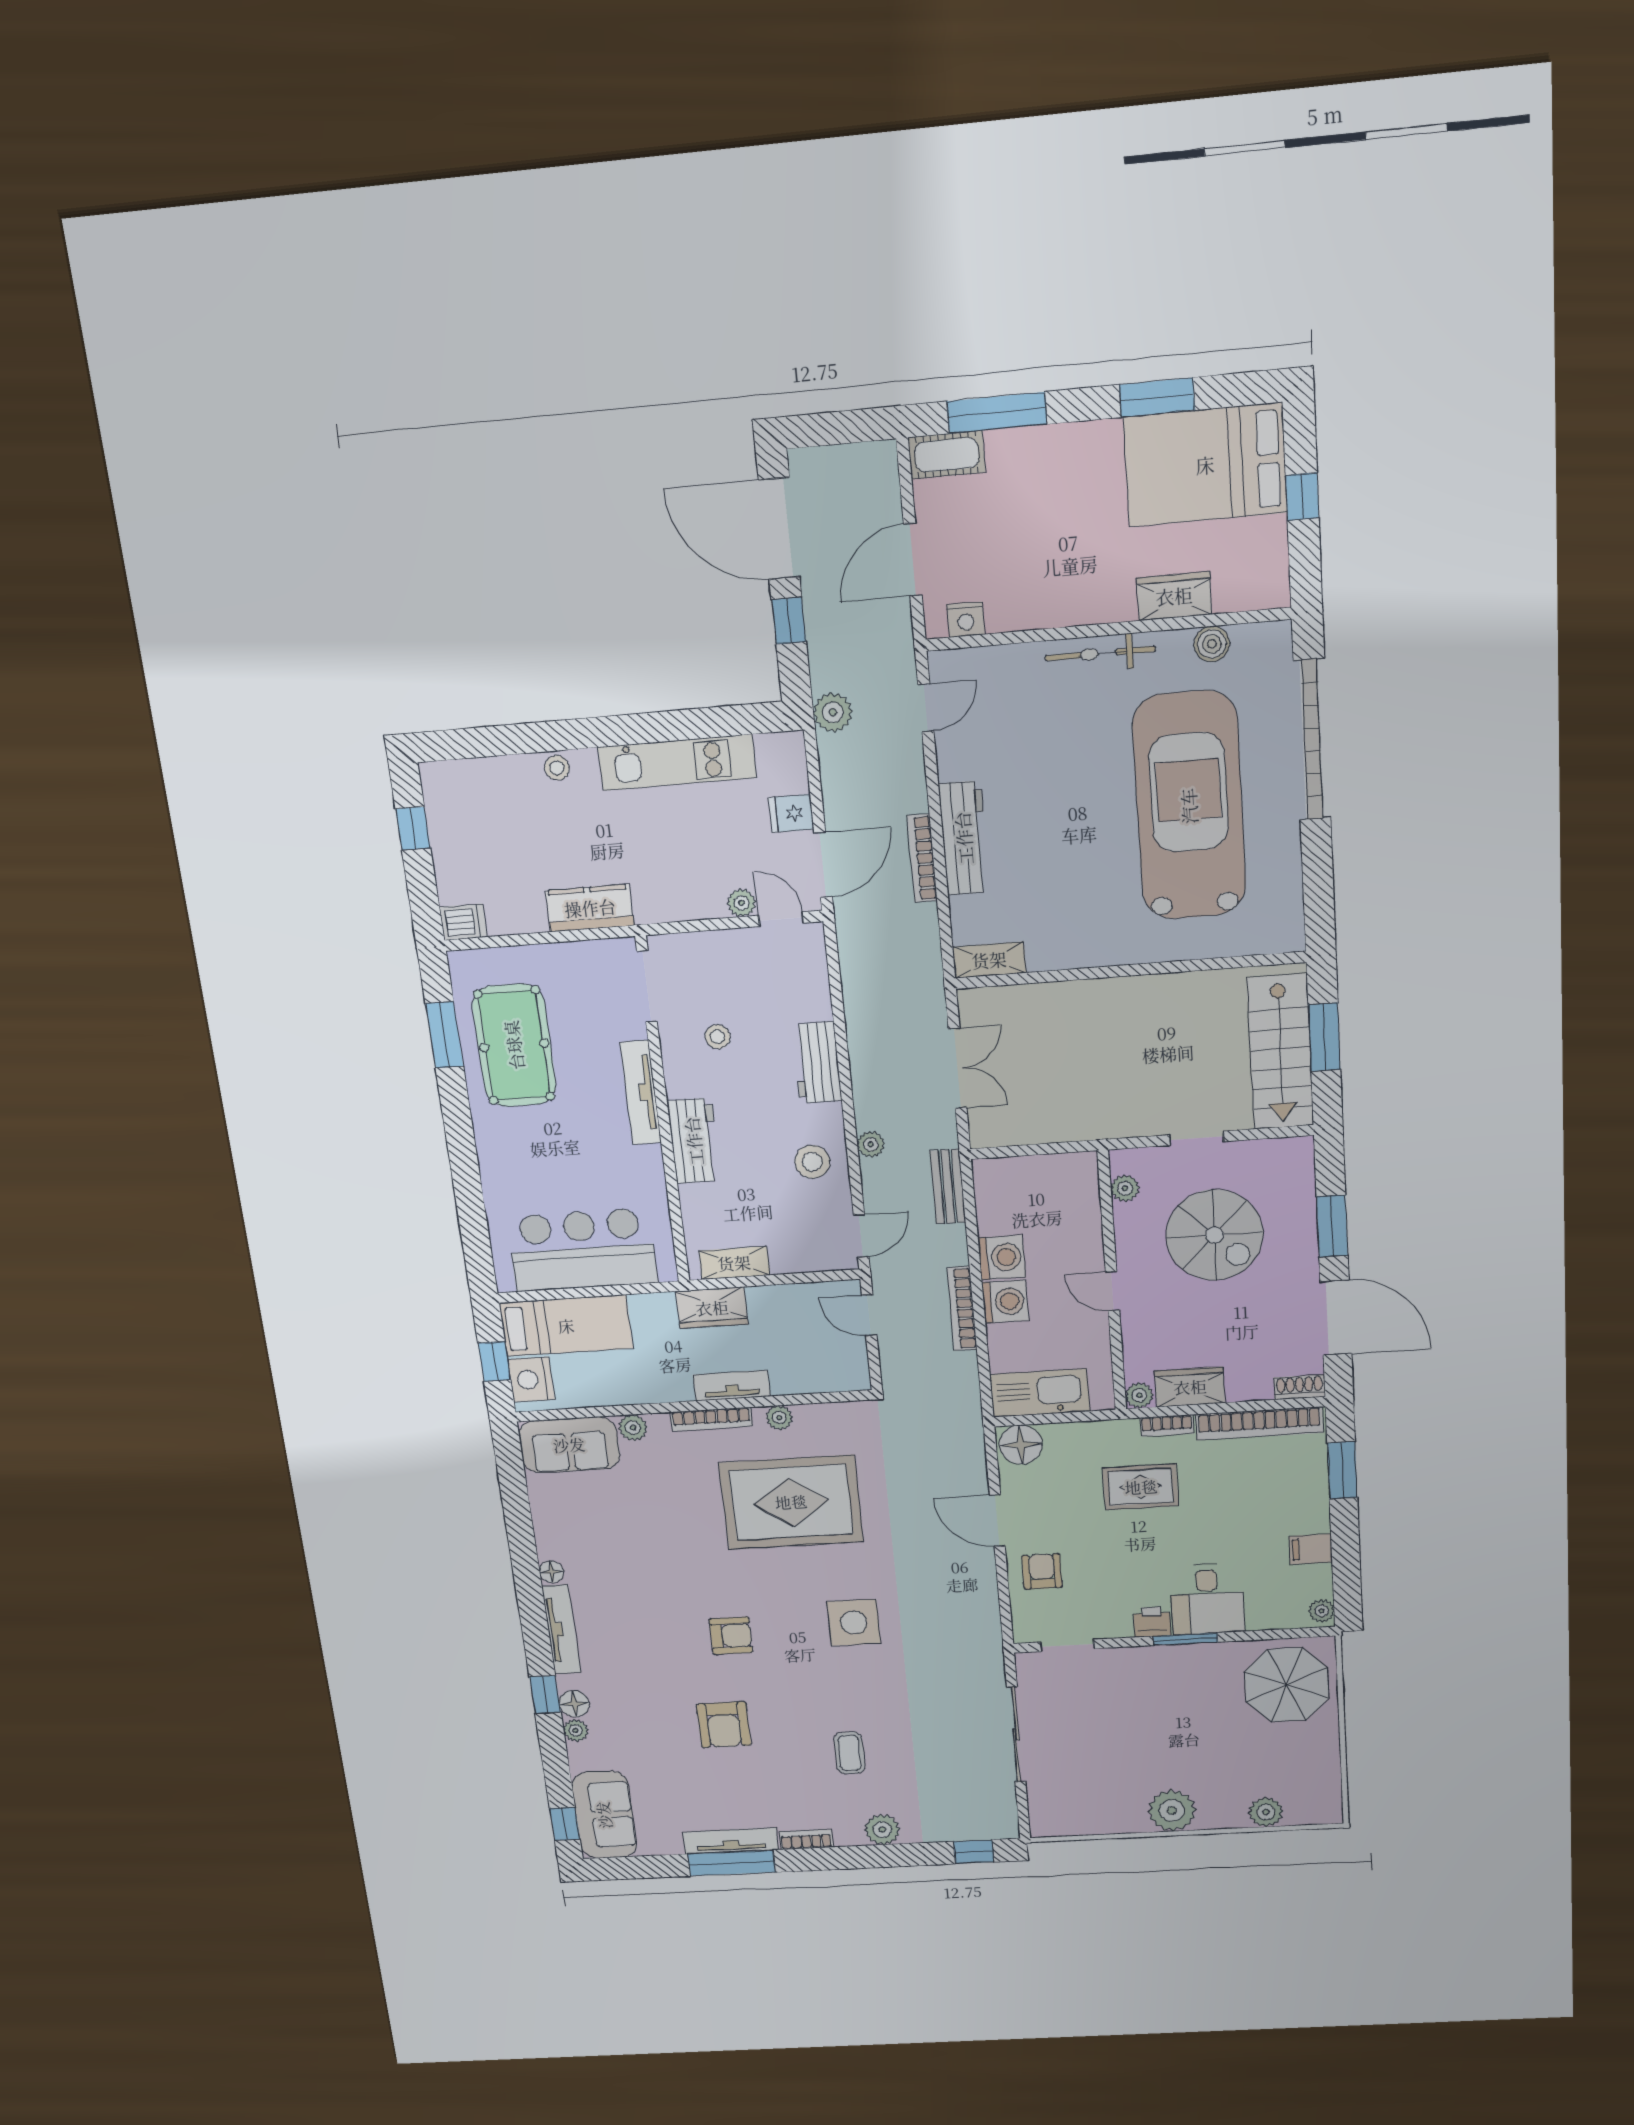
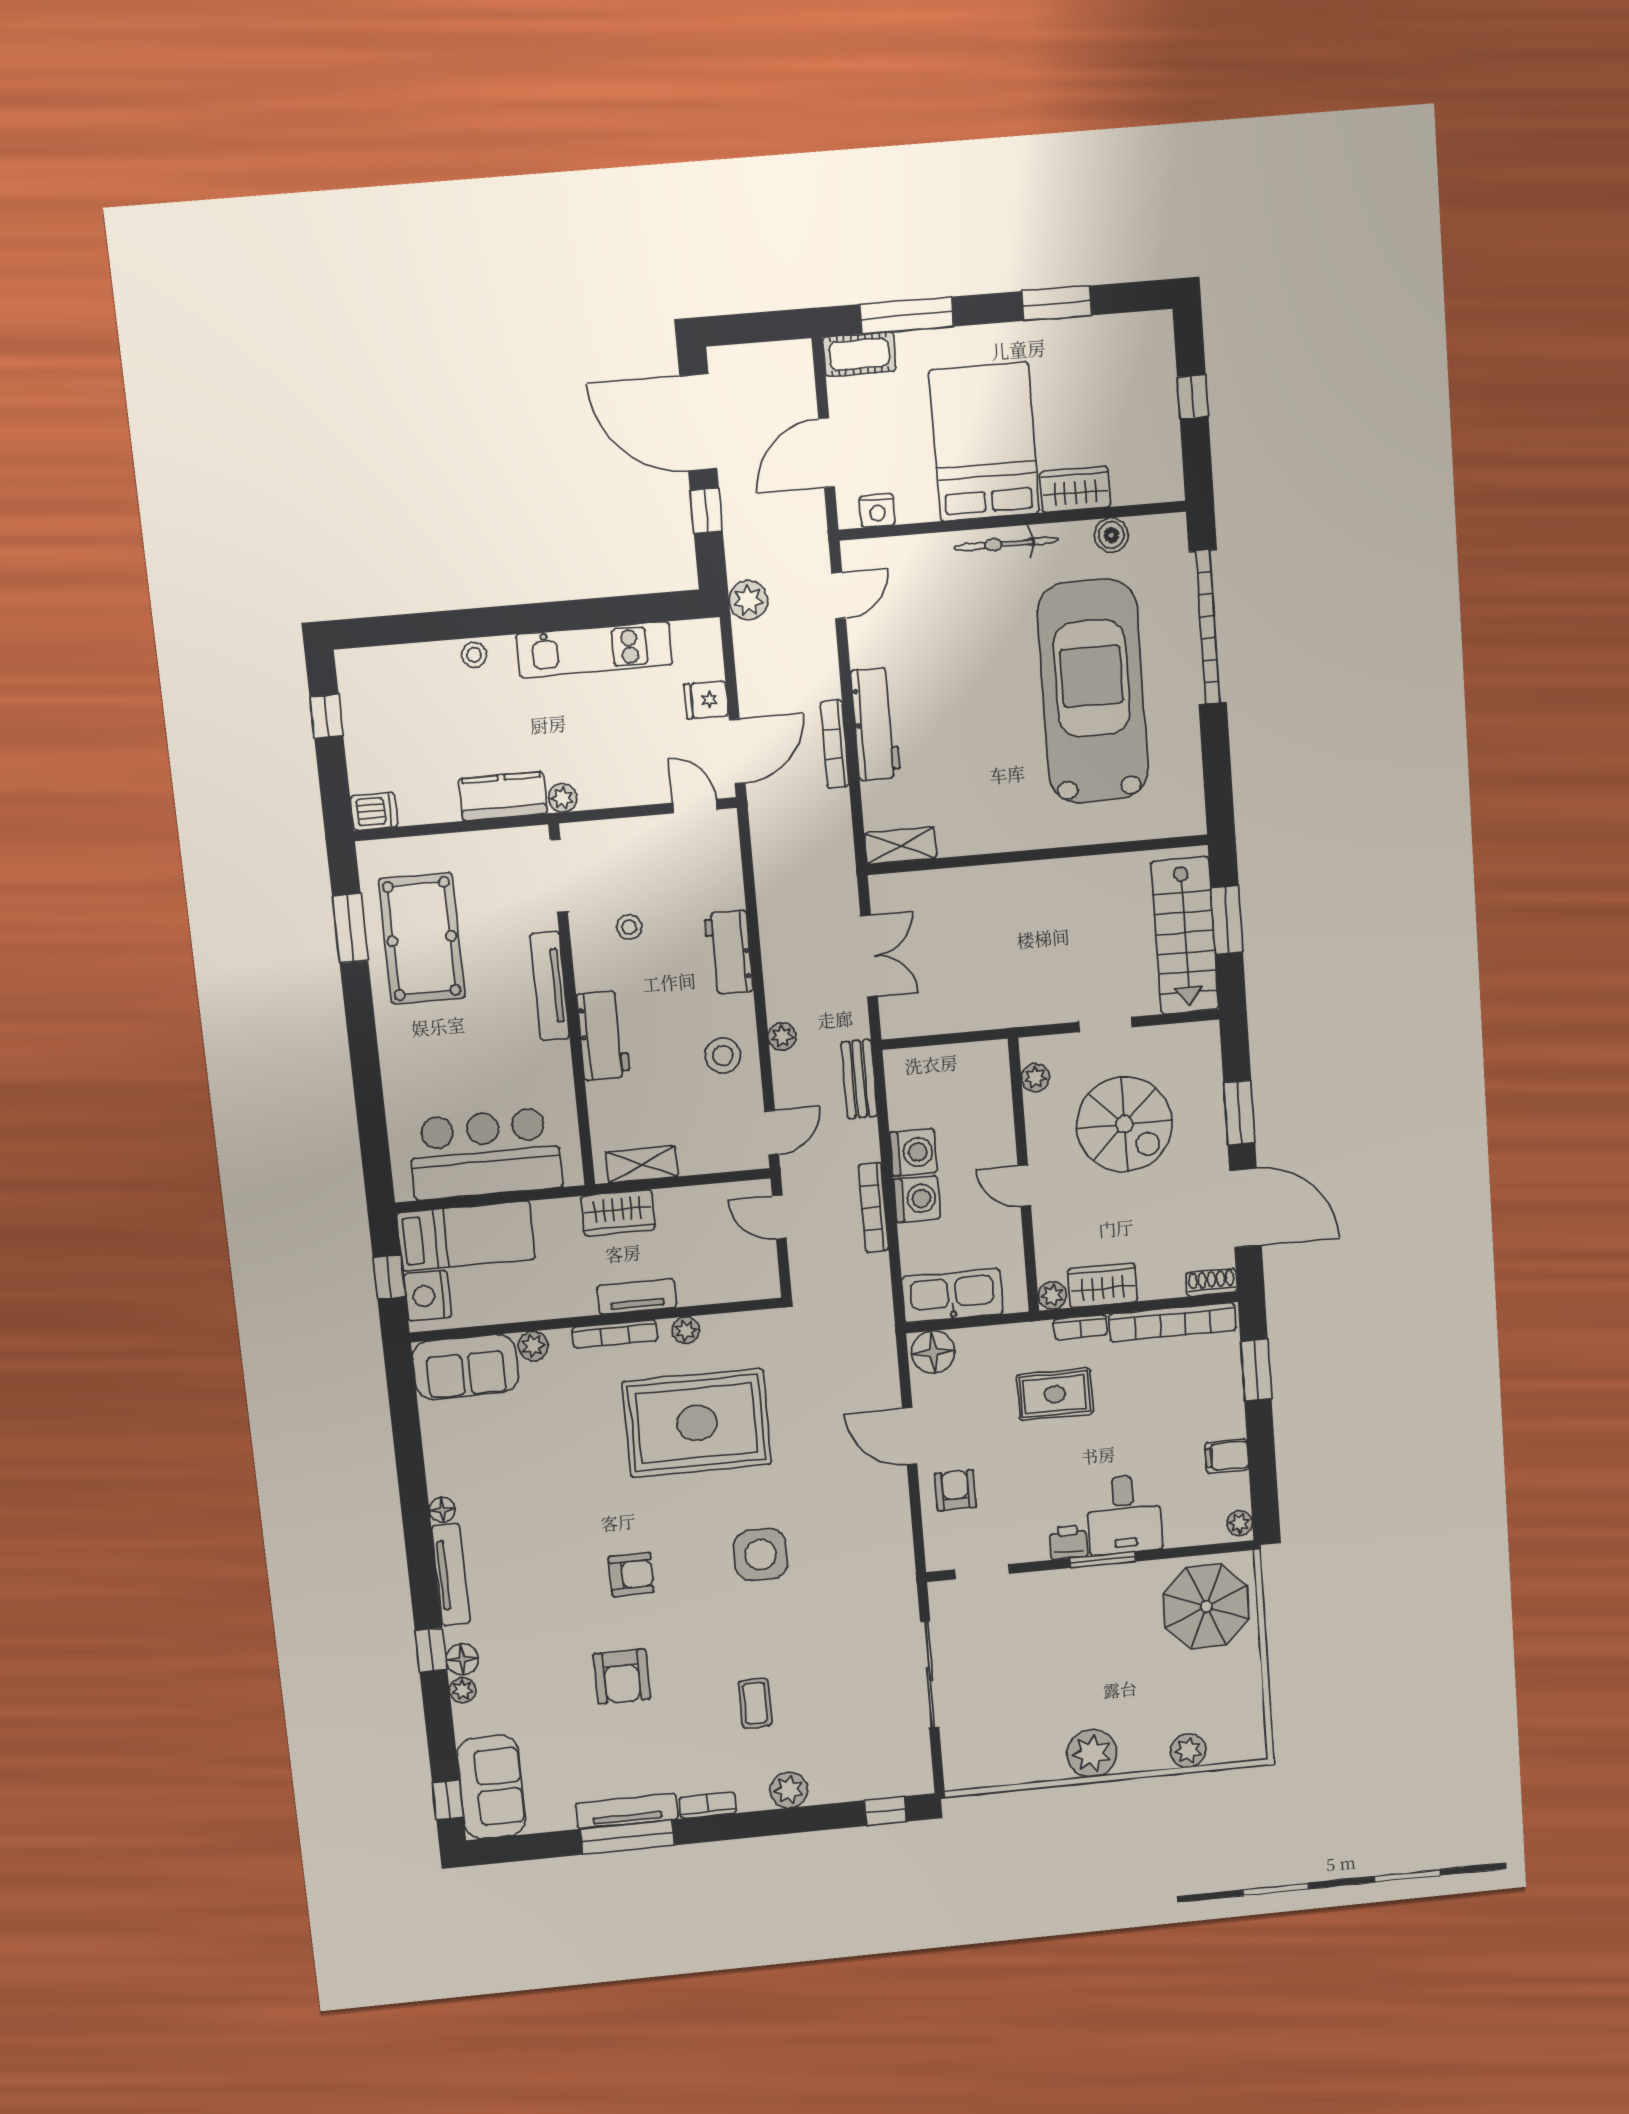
bed: (1205, 465) -> (984, 442), moved, turned 90
plant: (741, 903) -> (563, 798), moved

